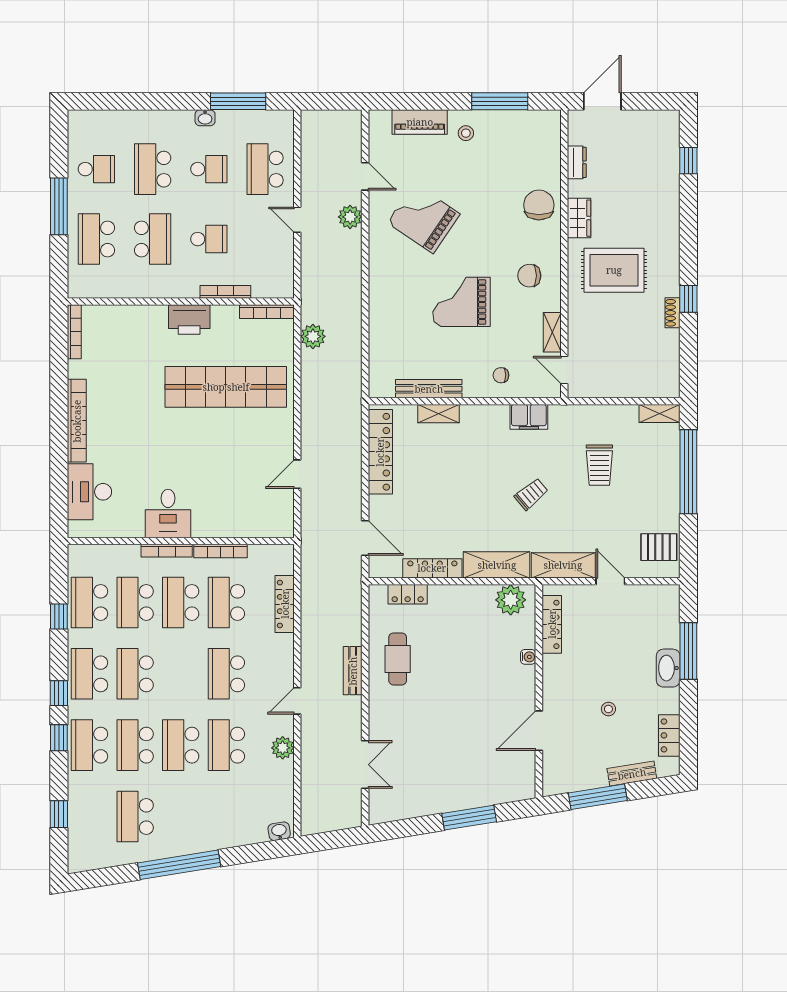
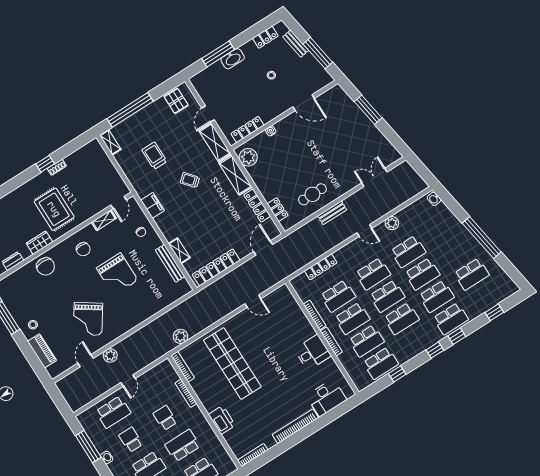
chair: (539, 205) -> (46, 266), turned -90
printer: (189, 320) -> (222, 420), moved
trolley: (599, 465) -> (154, 156), turned -90
school desk: (89, 674) -> (387, 296), moved

